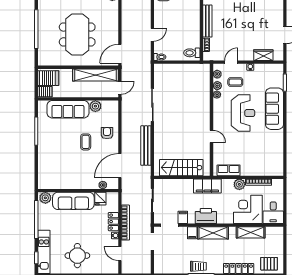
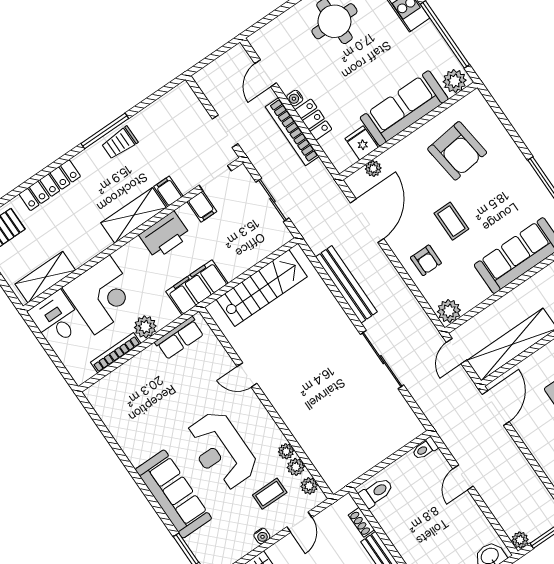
plant: (95, 106) -> (449, 311), moved
armchair: (64, 169) -> (457, 151), added
shelving: (251, 232) -> (45, 277), moved
door: (120, 254) -> (266, 73), swing flipped

